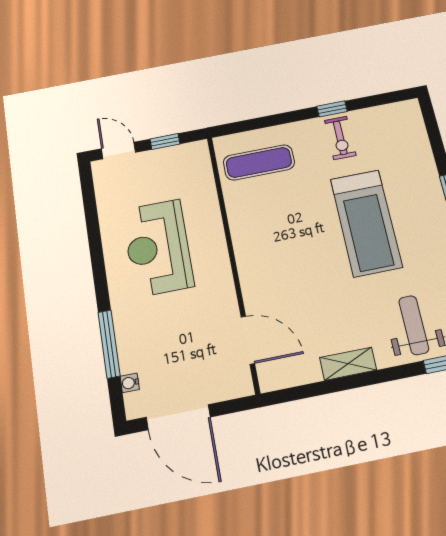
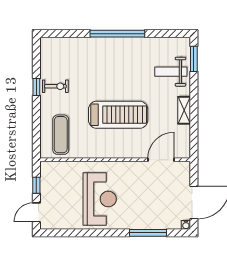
treadmill: (366, 223) -> (118, 115), moved
reception desk: (158, 248) -> (100, 199), turned -90
water cooler: (130, 383) -> (186, 225), moved

